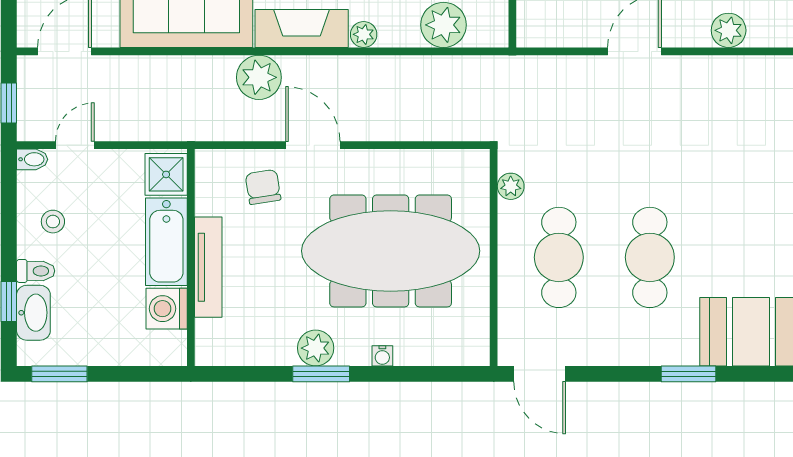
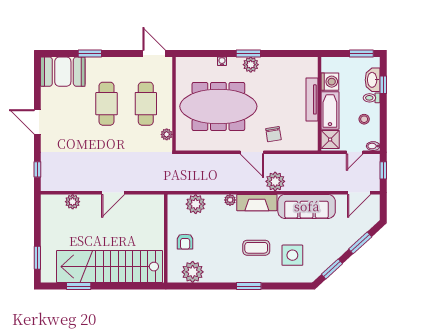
shower: (166, 174) -> (330, 140), moved
bathtub: (166, 242) -> (330, 110), moved
wall: (191, 257) -> (319, 104), moved
tv unit: (208, 267) -> (312, 99), moved
washing machine: (167, 309) -> (330, 82), moved

